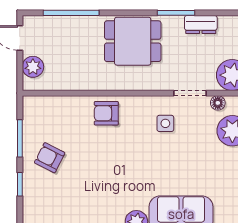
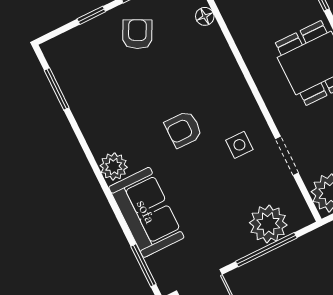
floor lamp: (218, 103) -> (205, 16), moved
armchair: (106, 113) -> (183, 129), moved, turned -90

